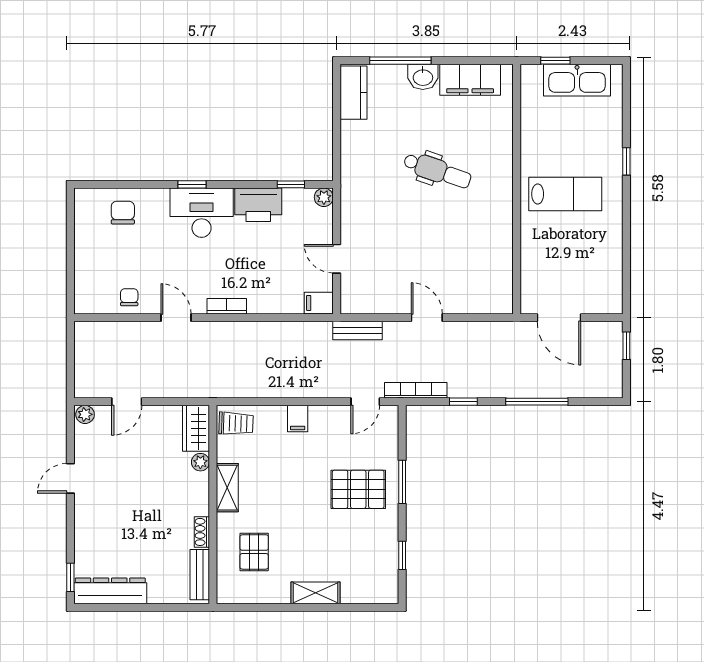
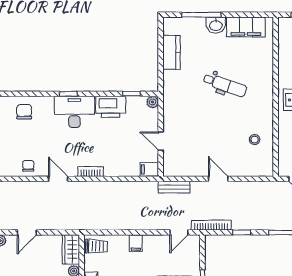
kitchen counter: (354, 93) -> (172, 52), moved
stool: (484, 256) -> (255, 140), added

